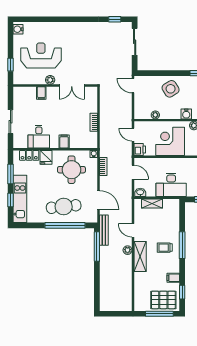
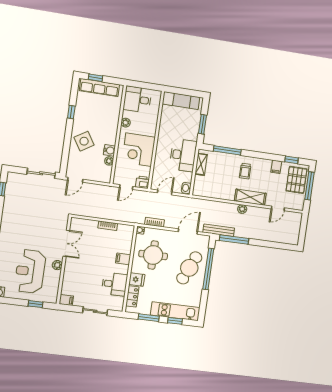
sliding door: (135, 42) -> (41, 173), moved
filing cabinet: (41, 93) -> (66, 300), moved
water cooler: (186, 114) -> (109, 150), moved
shelving: (152, 204) -> (201, 164), moved
cafe table: (64, 207) -> (189, 268), turned 30
door: (133, 230) -> (278, 208), moved
window: (182, 245) -> (227, 150), moved

